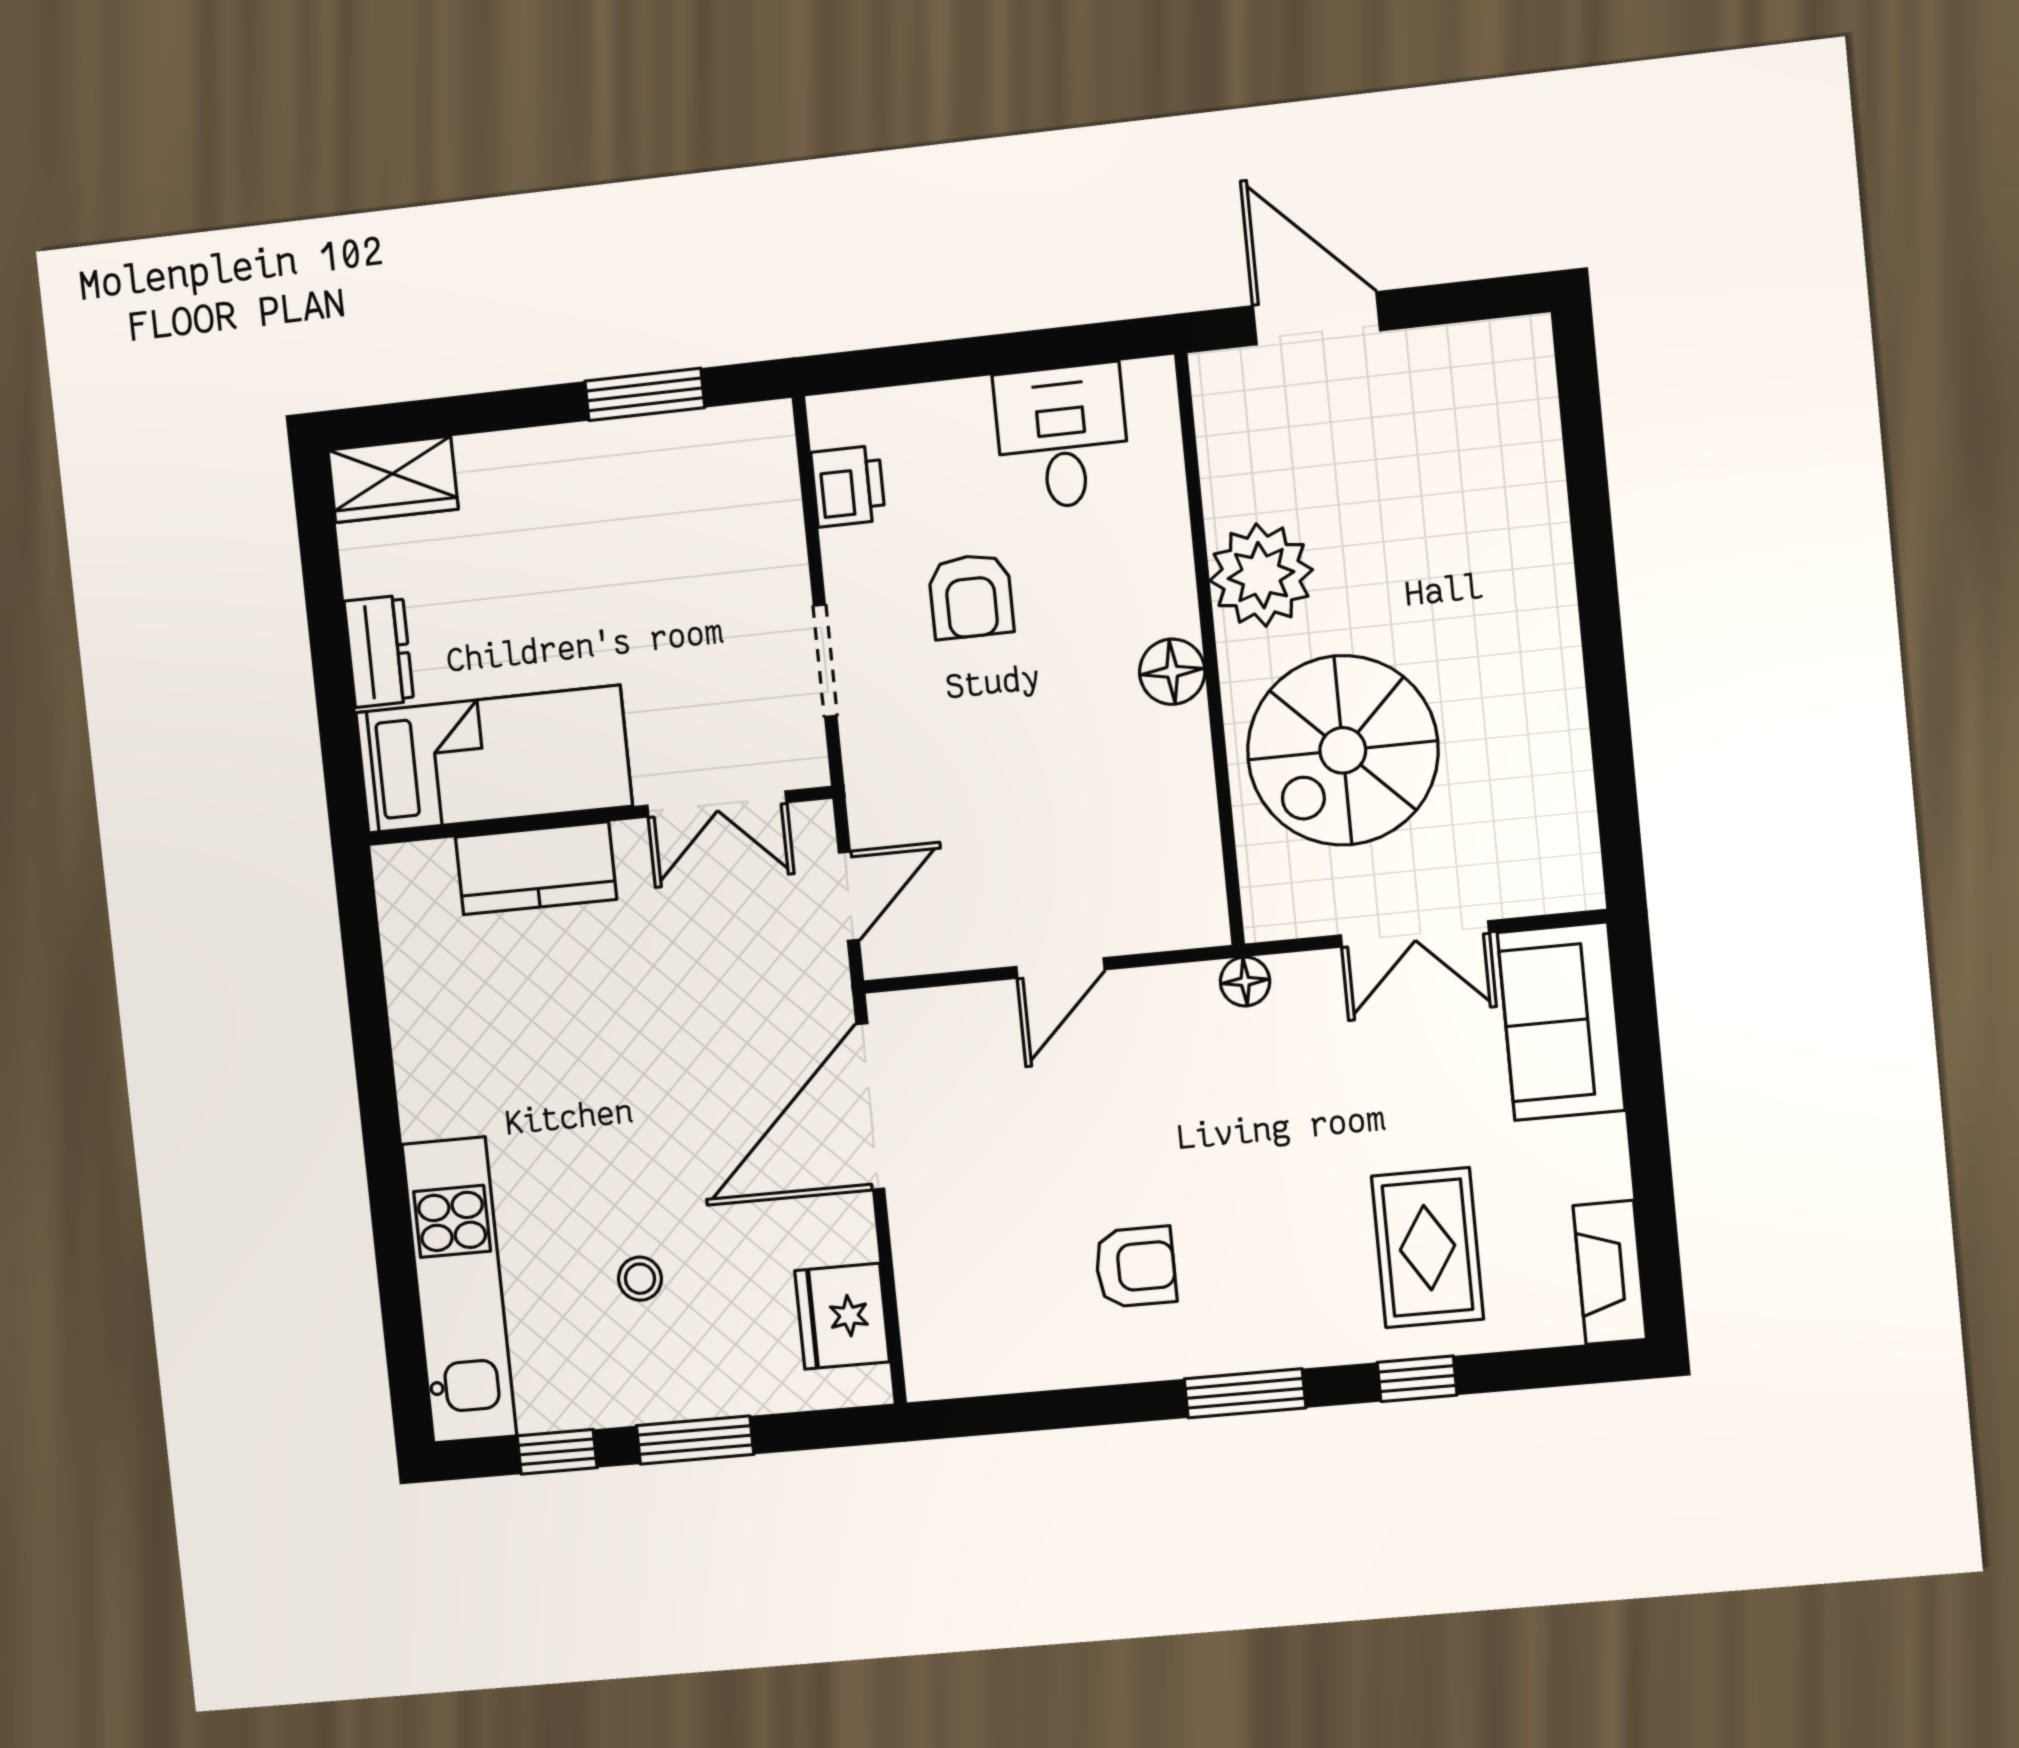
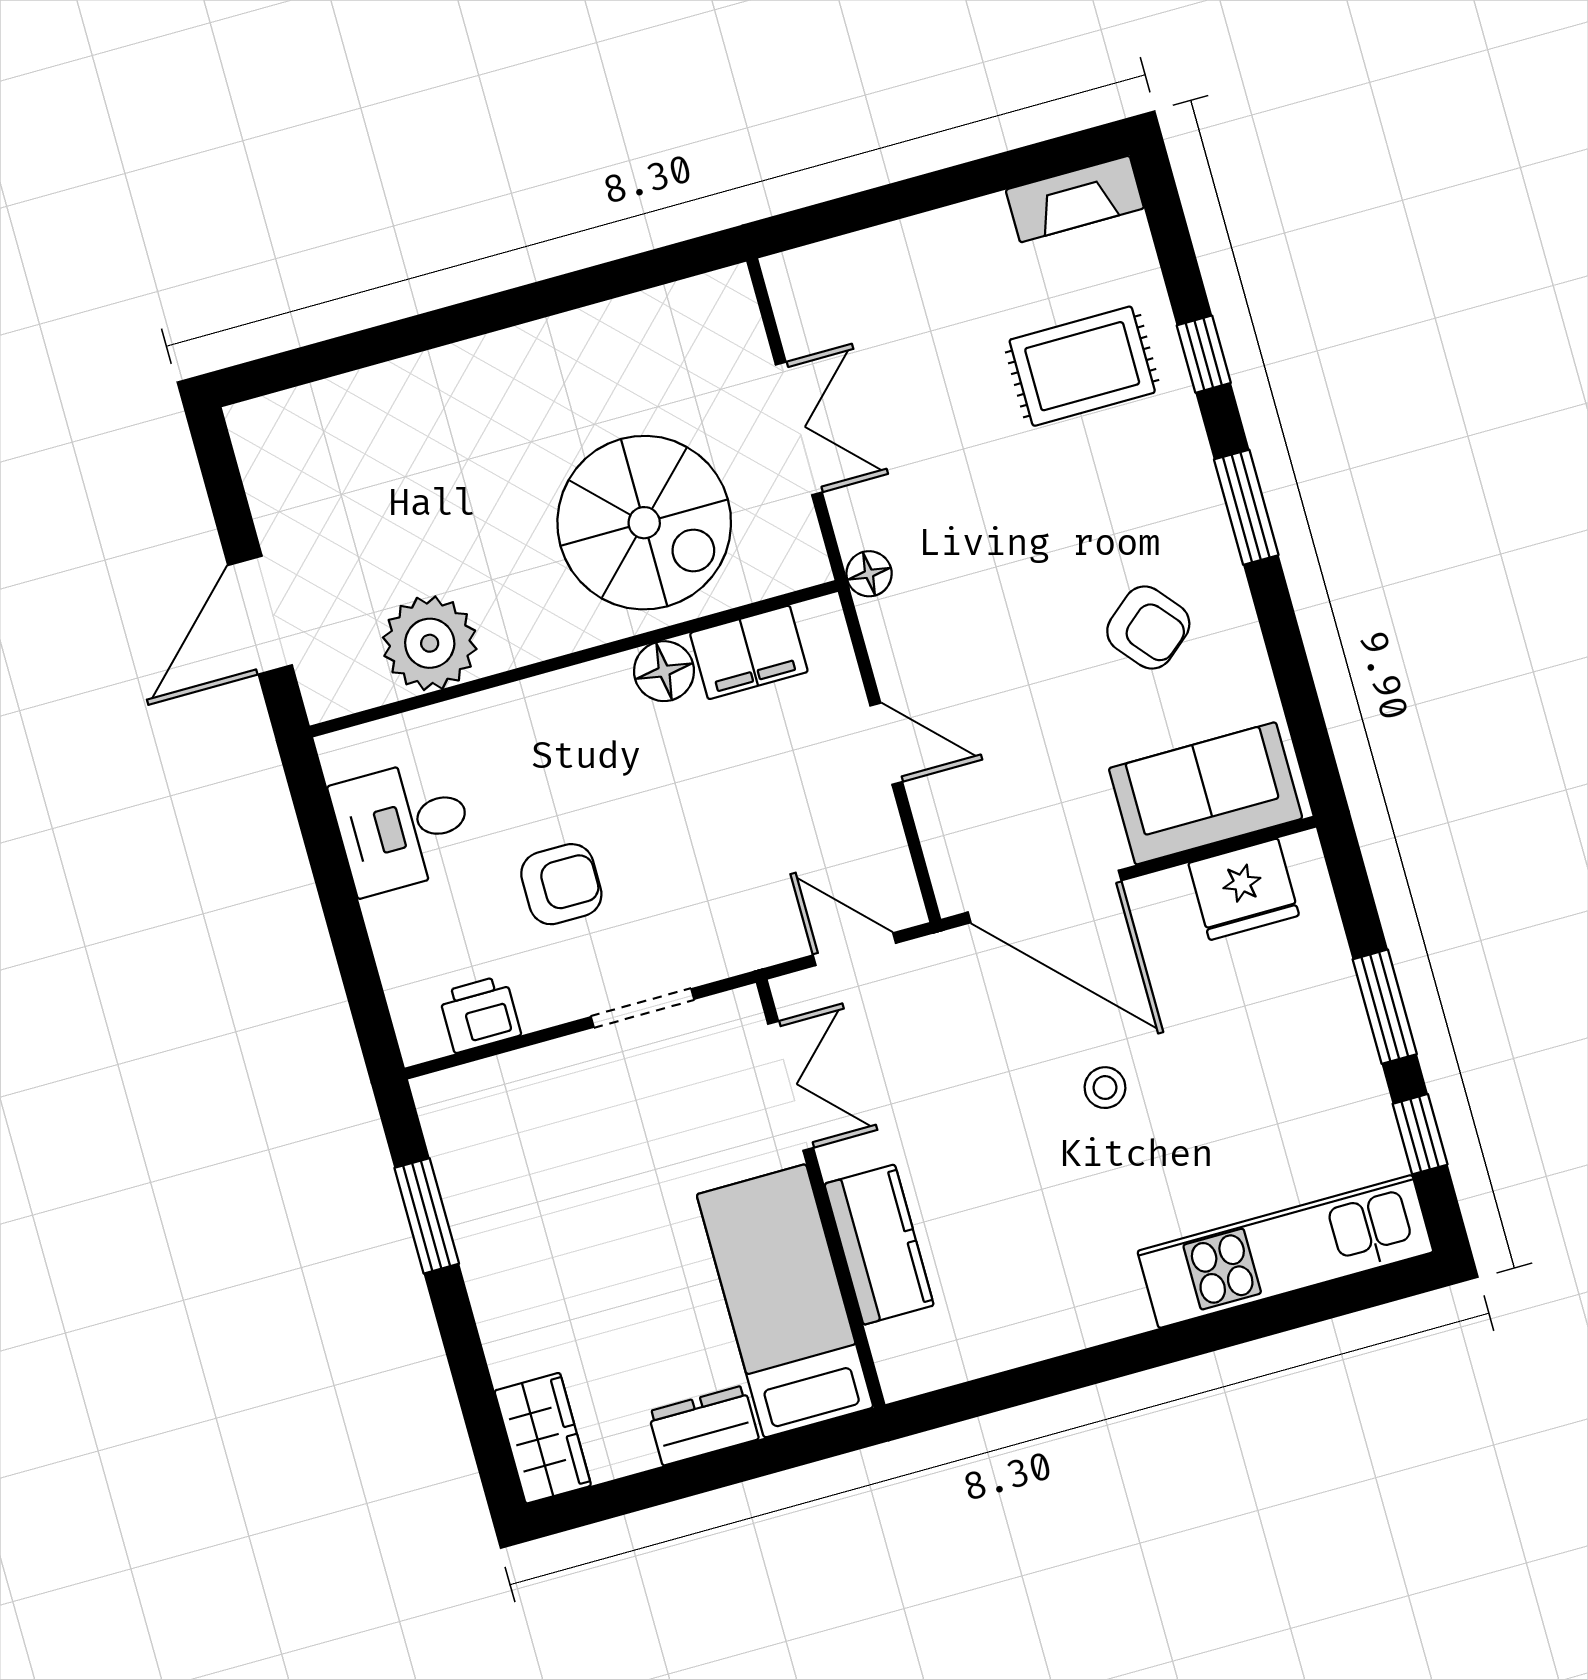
plant: (1261, 575) -> (430, 643), moved
floor lamp: (1172, 672) -> (664, 671), moved
filing cabinet: (1183, 839) -> (749, 652), added
sofa: (1561, 1021) -> (1206, 793), moved, turned 180
armchair: (1135, 1267) -> (1148, 628), turned 140
stool: (640, 1279) -> (1105, 1088), moved

